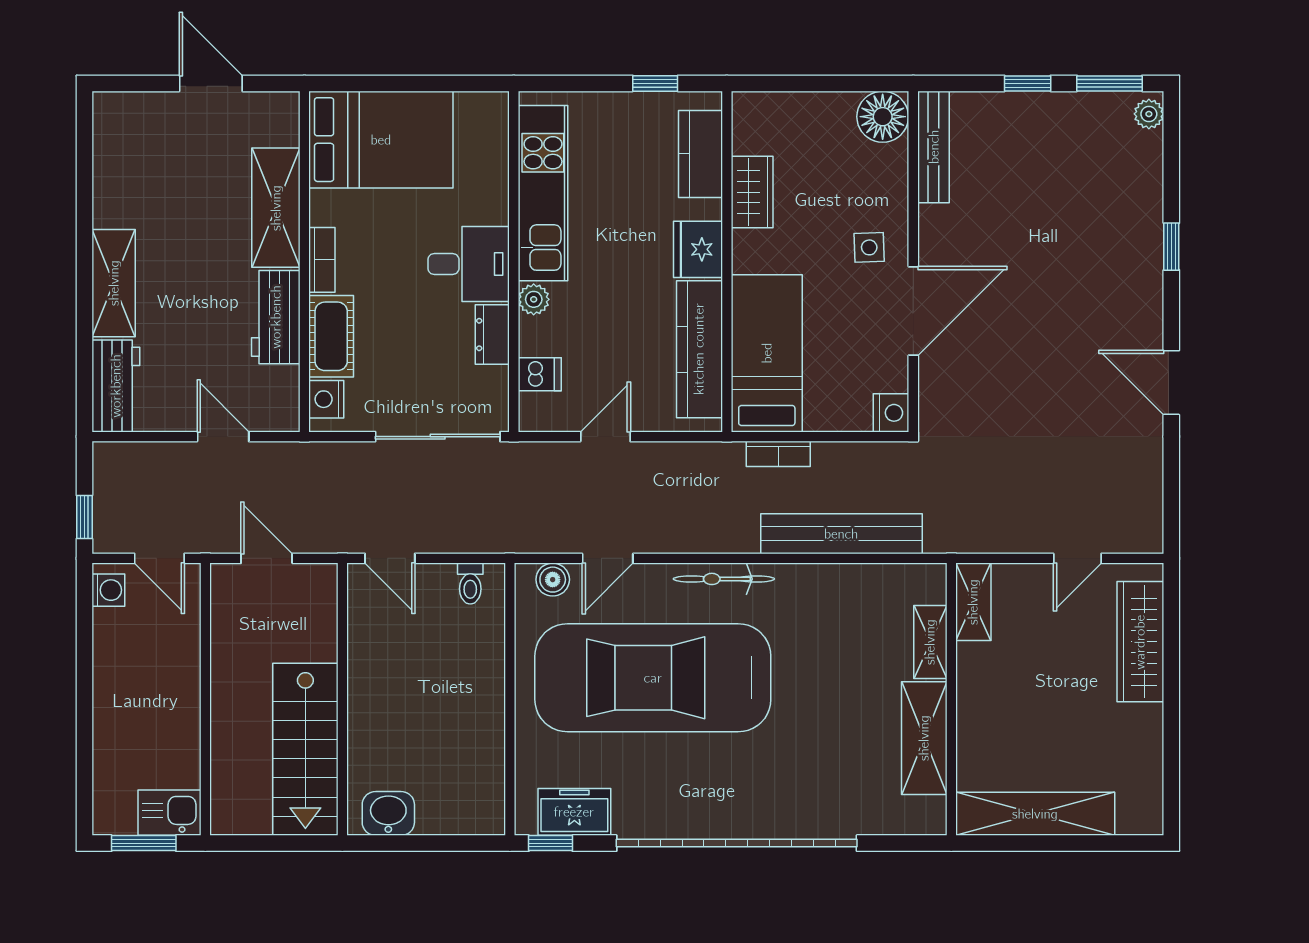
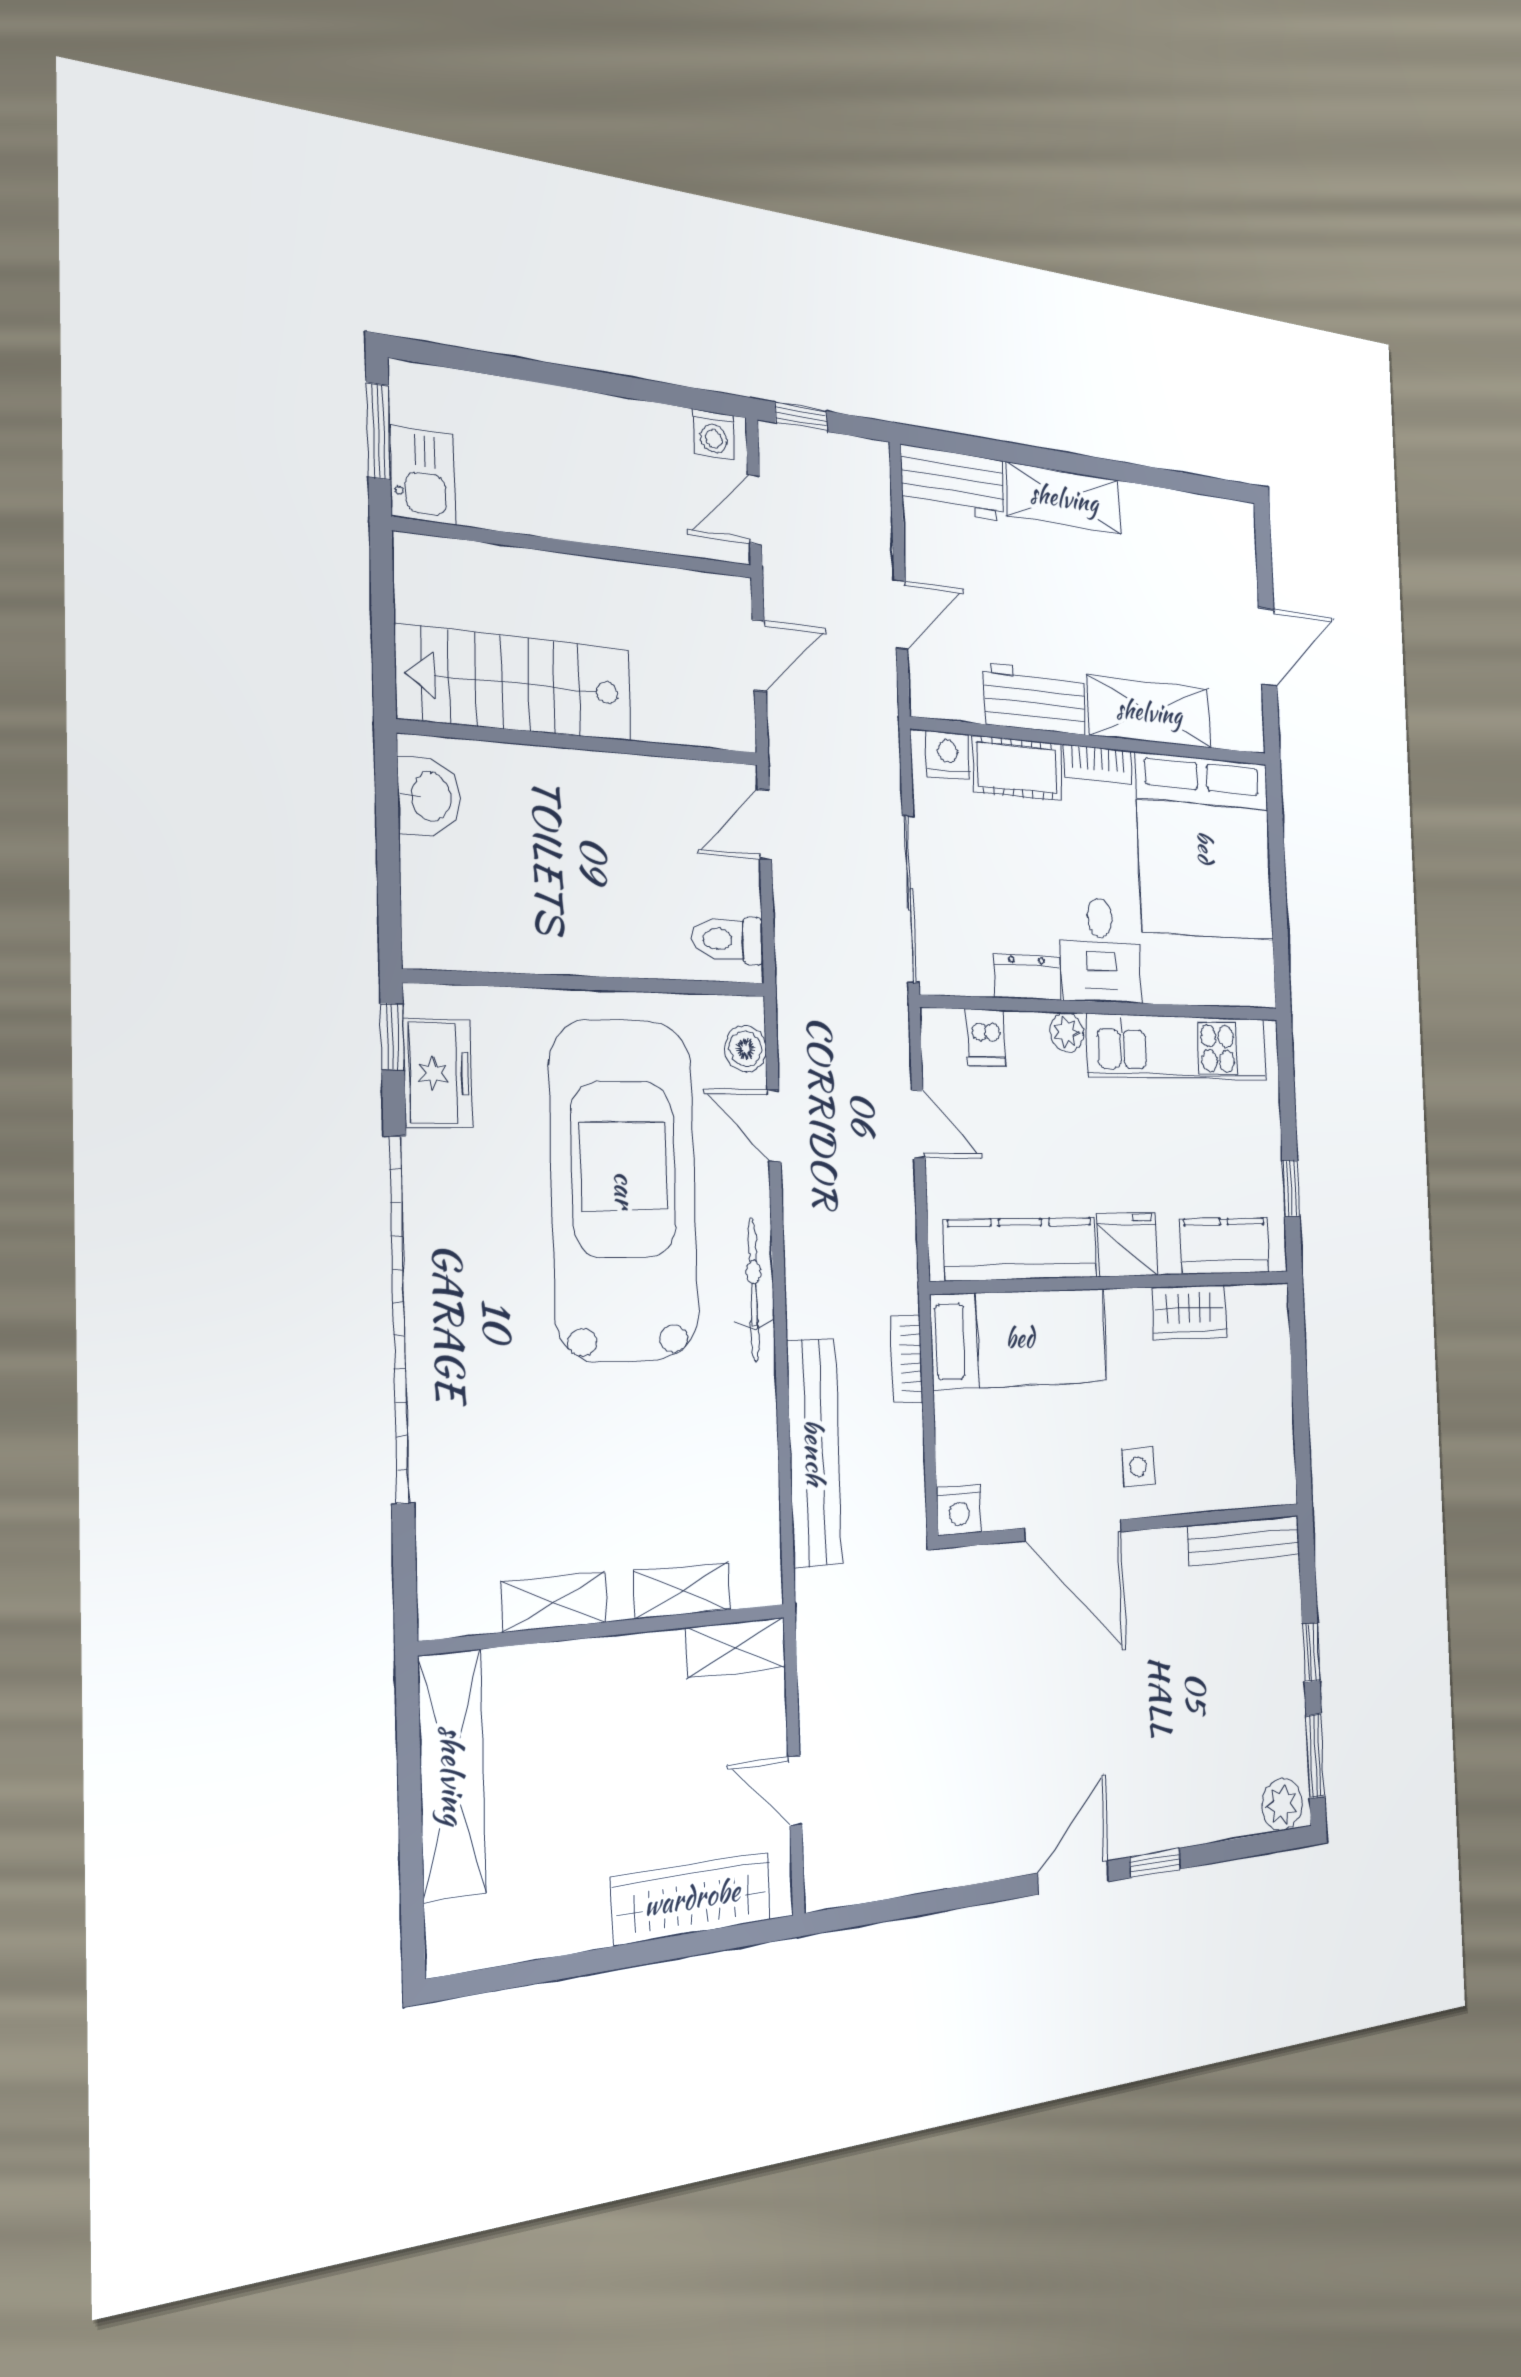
plant: (1149, 114) -> (1282, 1805), width x1.38, depth x1.38
floor lamp: (883, 117) -> (1271, 1473), removed
bed: (381, 140) -> (1205, 847), width x1.36
door: (1171, 383) -> (1073, 1877), moved
toilet: (470, 583) -> (727, 940), width x1.37, depth x1.39
shelving: (924, 738) -> (554, 1602), width x0.67, depth x0.75

